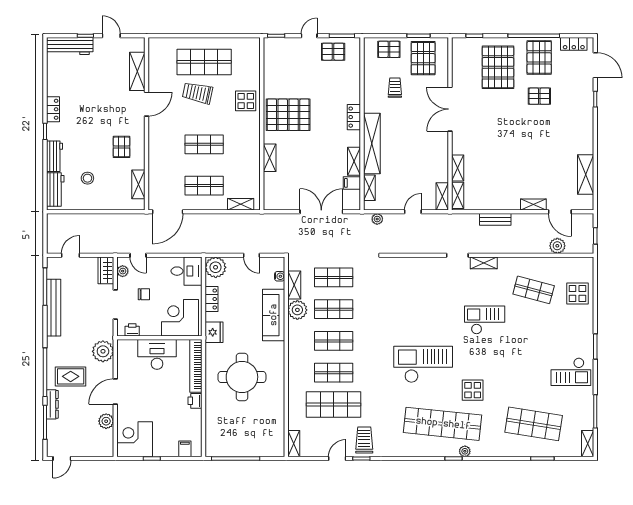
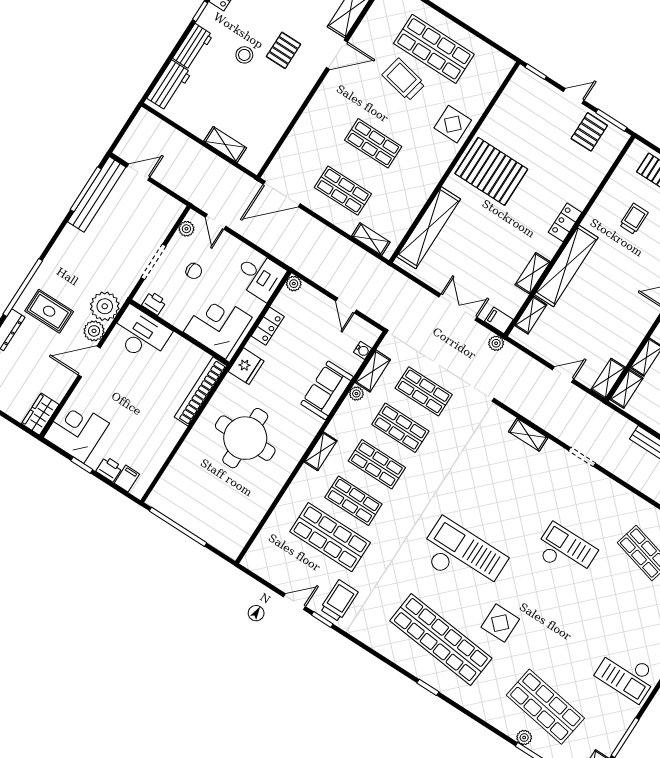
pallet: (333, 52) -> (589, 132), turned 90
pallet: (122, 147) -> (284, 50), moved
shelving: (270, 158) -> (428, 228), width x2.20, depth x1.33
stool: (87, 178) -> (244, 55), moved
filing cabinet: (352, 183) -> (499, 320), moved
shelving: (138, 184) -> (225, 144), moved, turned 90
double door: (321, 212) -> (458, 307), width x0.73
plant: (377, 219) -> (496, 343), moved
shelving: (484, 263) -> (528, 435), moved
plant: (216, 267) -> (294, 284), width x0.53, depth x0.53
wardrobe: (106, 270) -> (40, 414), moved
bench: (54, 308) -> (97, 194), moved
plant: (297, 310) -> (356, 394), width x0.53, depth x0.53
sofa: (274, 315) -> (327, 390), width x0.73
desk: (157, 354) -> (140, 334), moved
printer: (195, 401) -> (109, 469), moved, turned 90
plant: (106, 421) -> (94, 331), moved
shelving: (294, 444) -> (321, 451), moved
plant: (465, 451) -> (524, 738), moved

